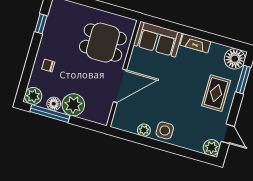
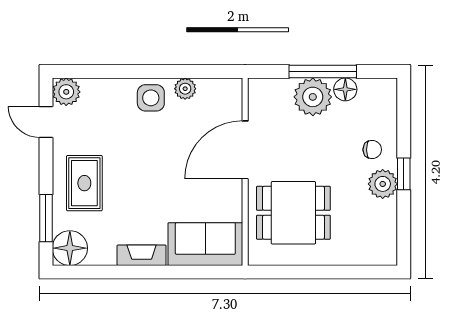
window: (41, 24) -> (404, 174), moved
plant: (33, 96) -> (383, 184), moved
window: (50, 114) -> (323, 72), moved

